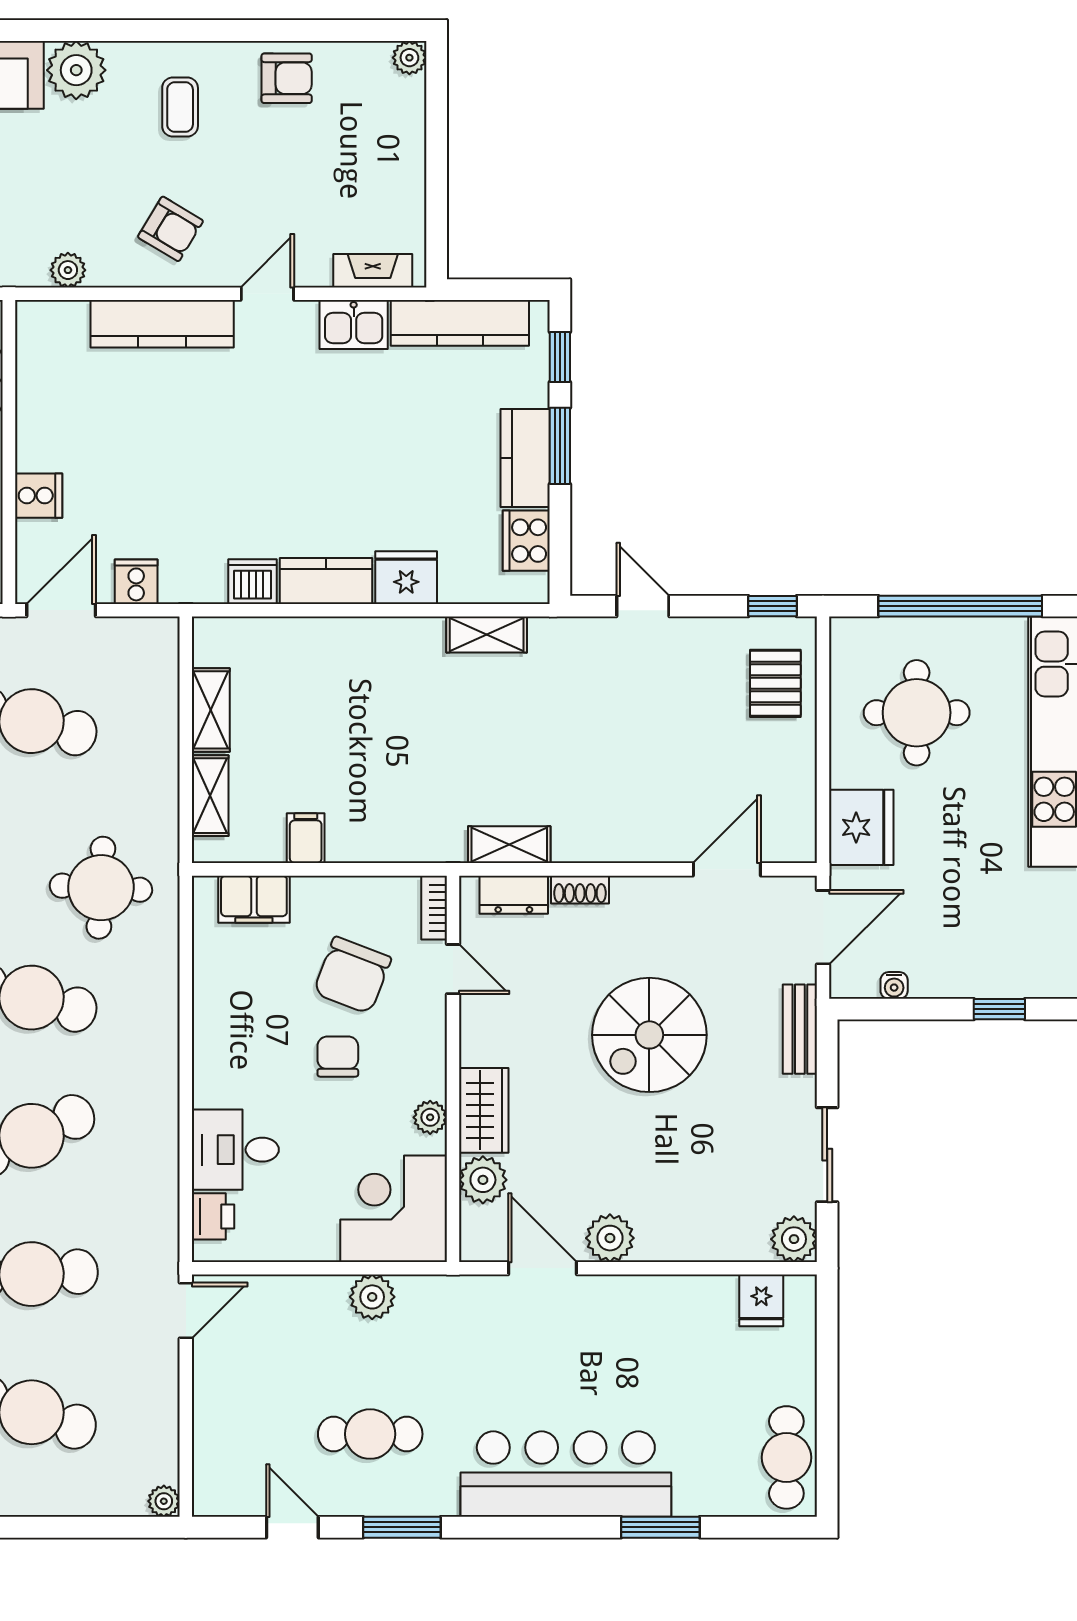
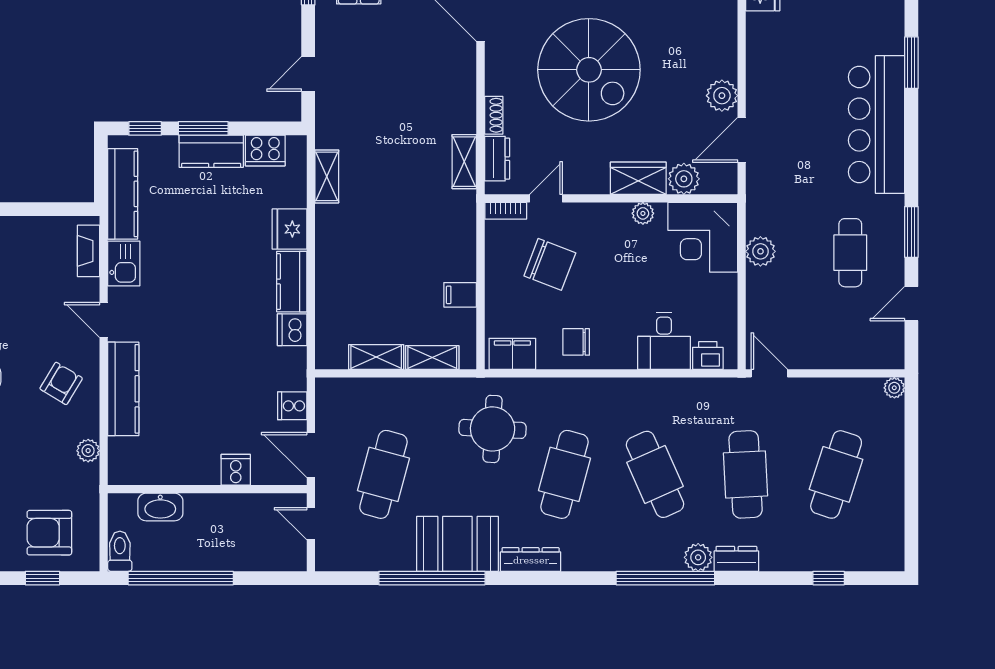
filing cabinet: (254, 899) -> (512, 354), moved, turned -90
spiral stairs: (649, 1035) -> (589, 70), width x1.37, depth x1.37
chair: (338, 1057) -> (576, 342), moved

